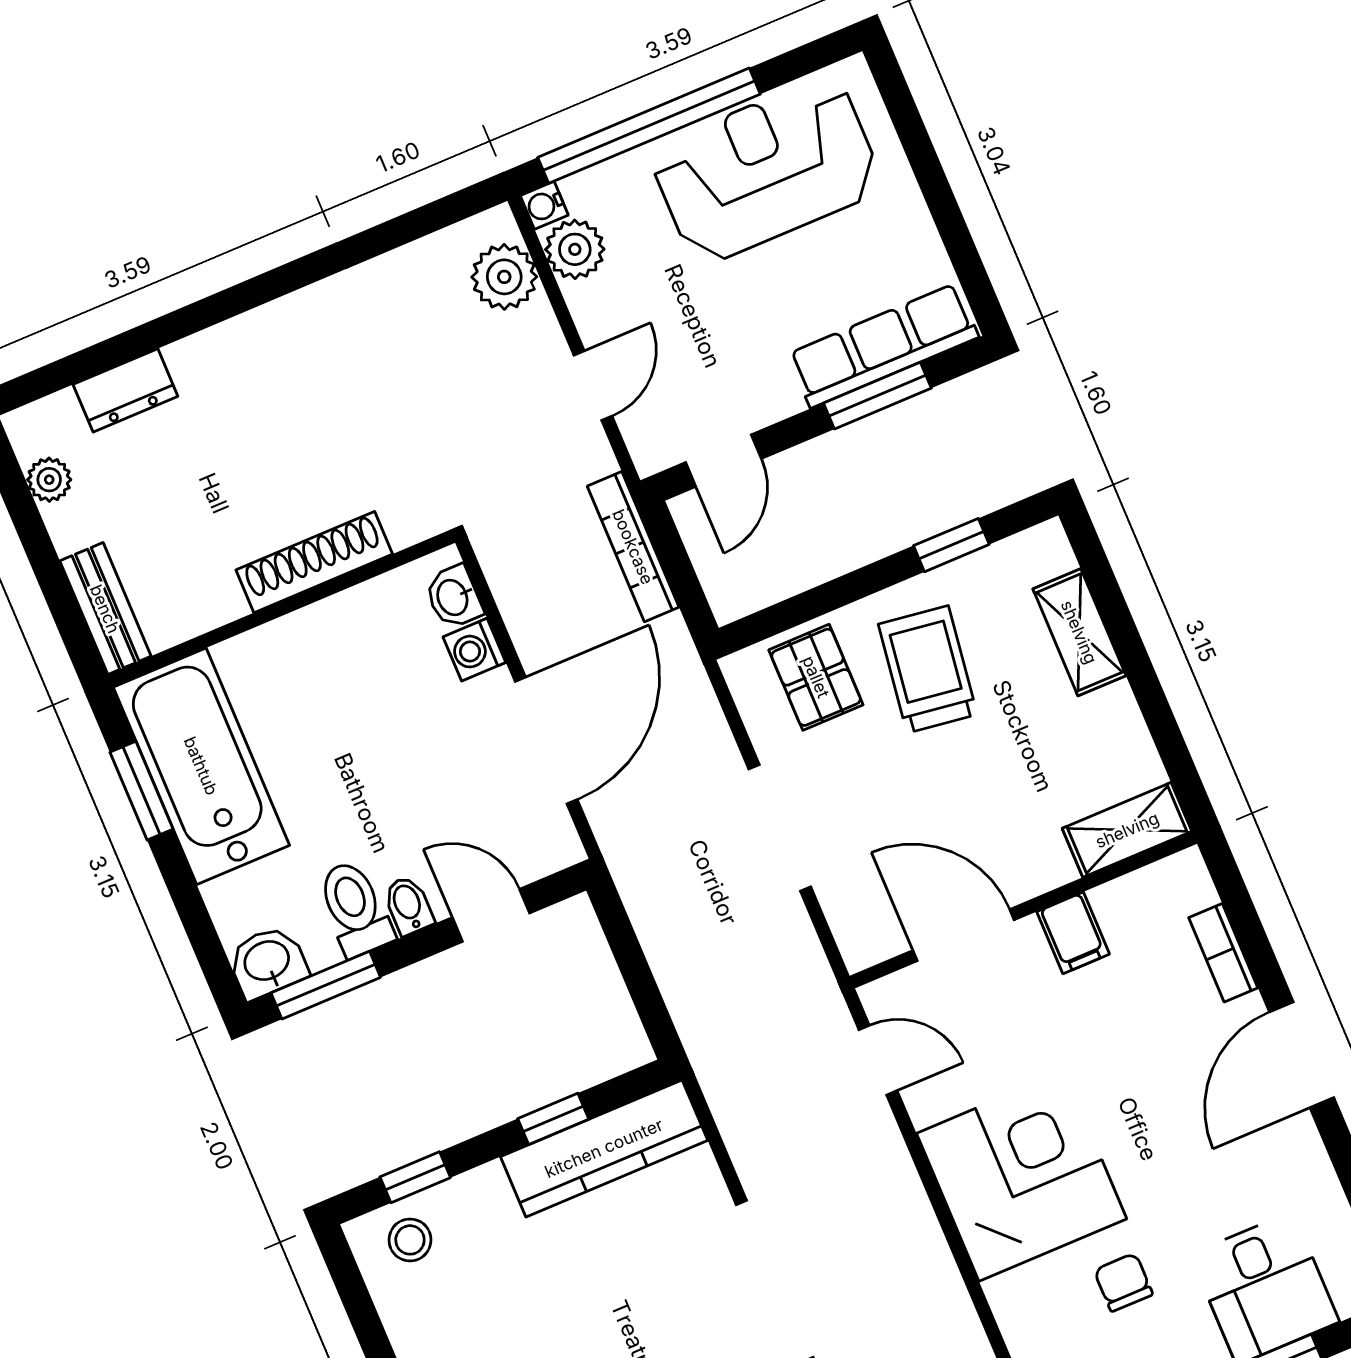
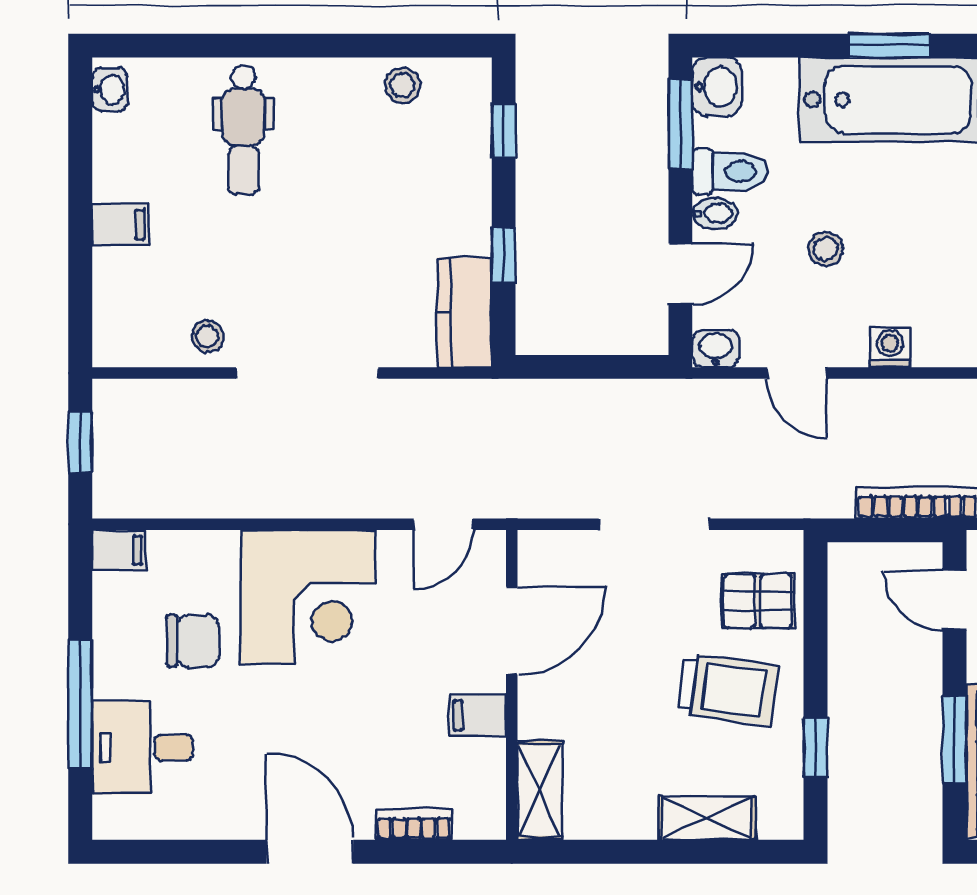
washbasin: (454, 597) -> (716, 348), moved
door: (546, 741) -> (797, 373), width x0.53
stool: (396, 767) -> (825, 249), added
kitchen counter: (604, 1148) -> (464, 312), width x0.67
stool: (410, 1240) -> (403, 85), moved
chair: (1123, 1282) -> (193, 641), width x1.37, depth x1.37

